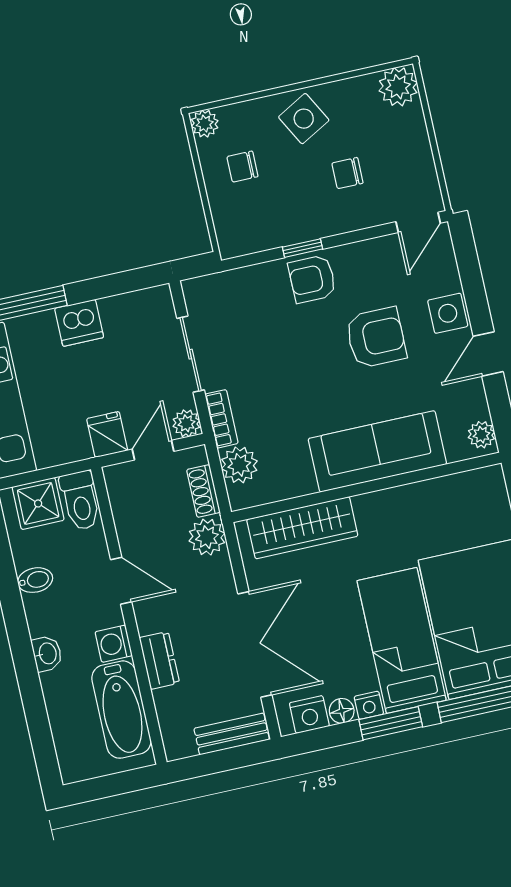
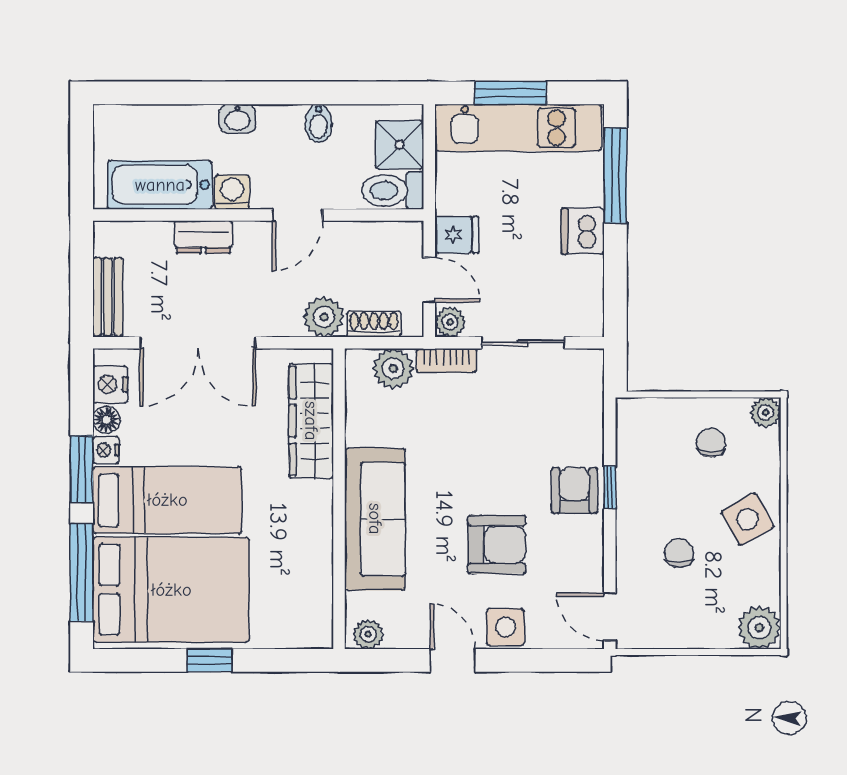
armchair: (376, 338) -> (497, 545), turned -90

